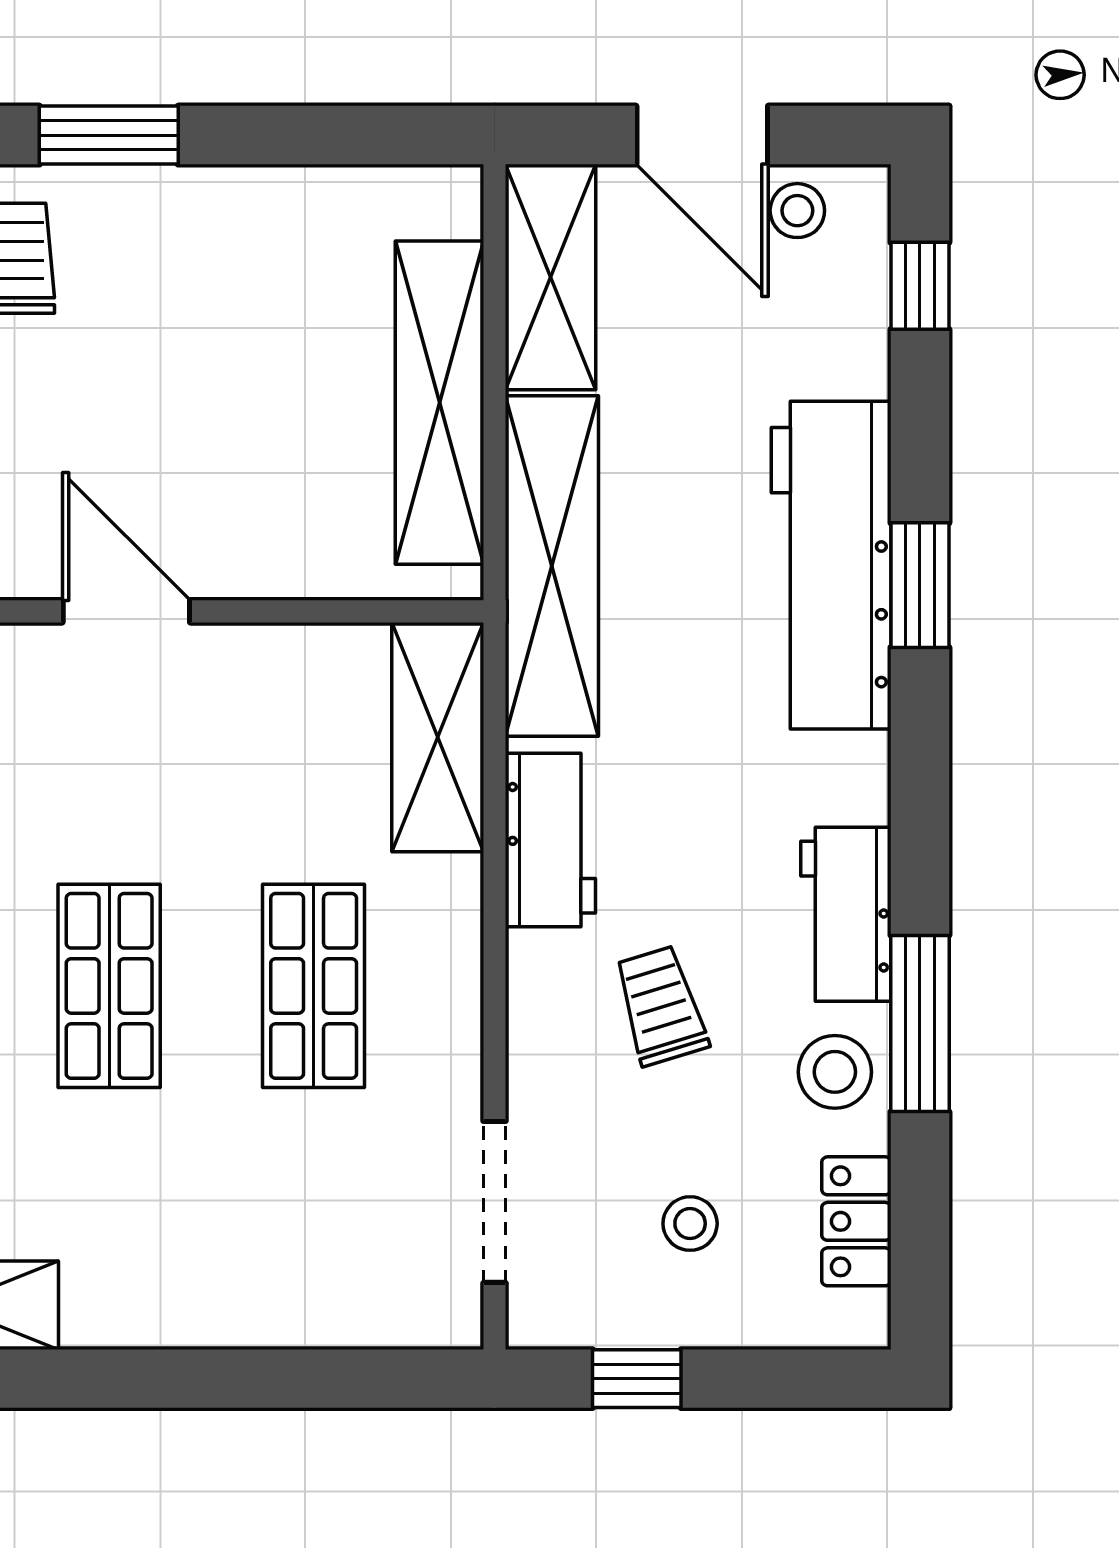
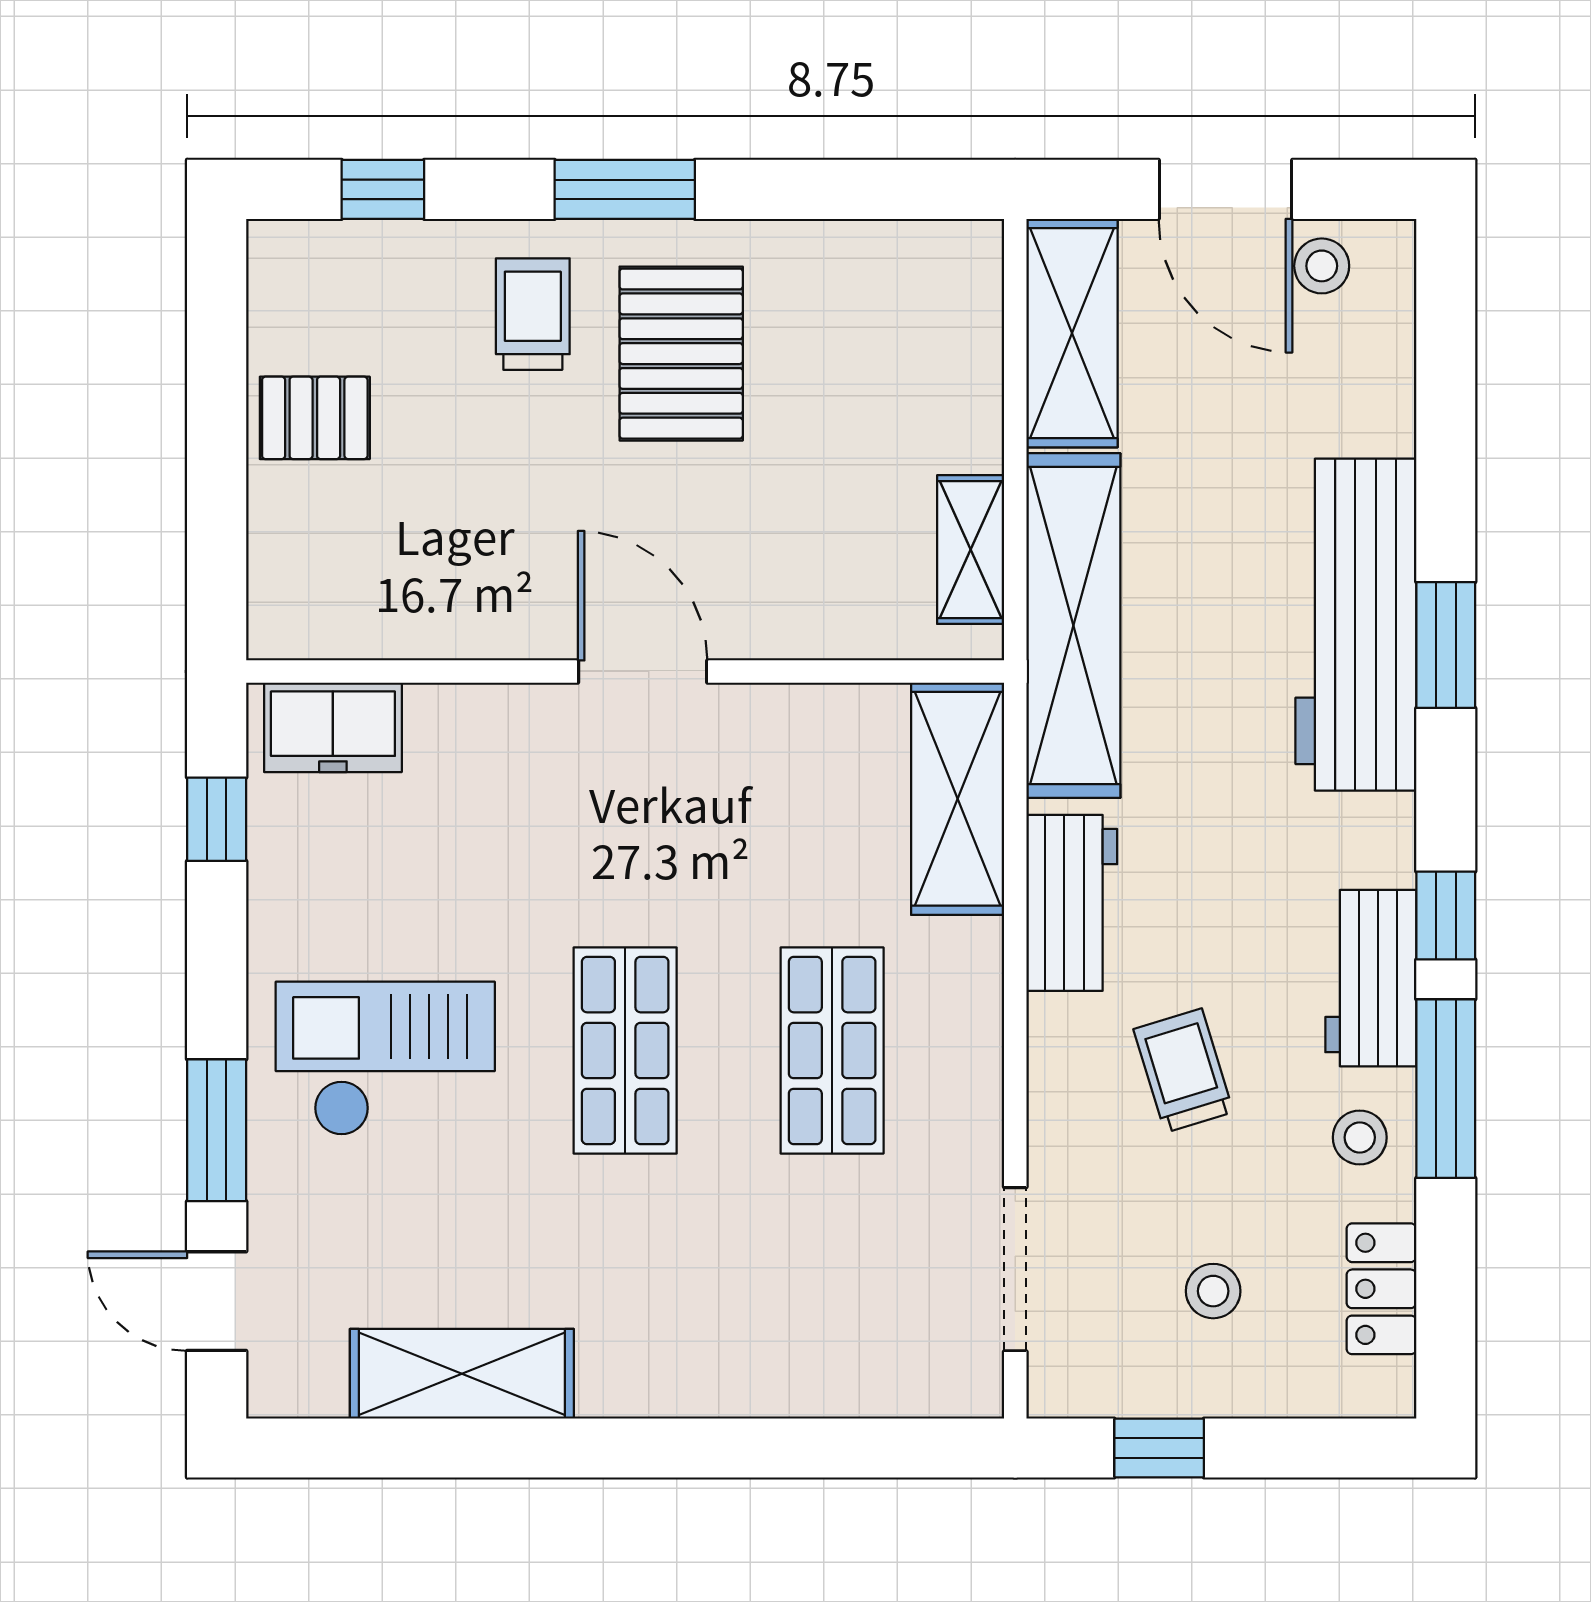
window: (920, 286) -> (1446, 915), moved
pallet: (164, 297) -> (681, 354), added
shelving: (440, 403) -> (971, 550), width x0.45, depth x0.75
stool: (835, 1072) -> (1360, 1137), width x0.73, depth x0.73

